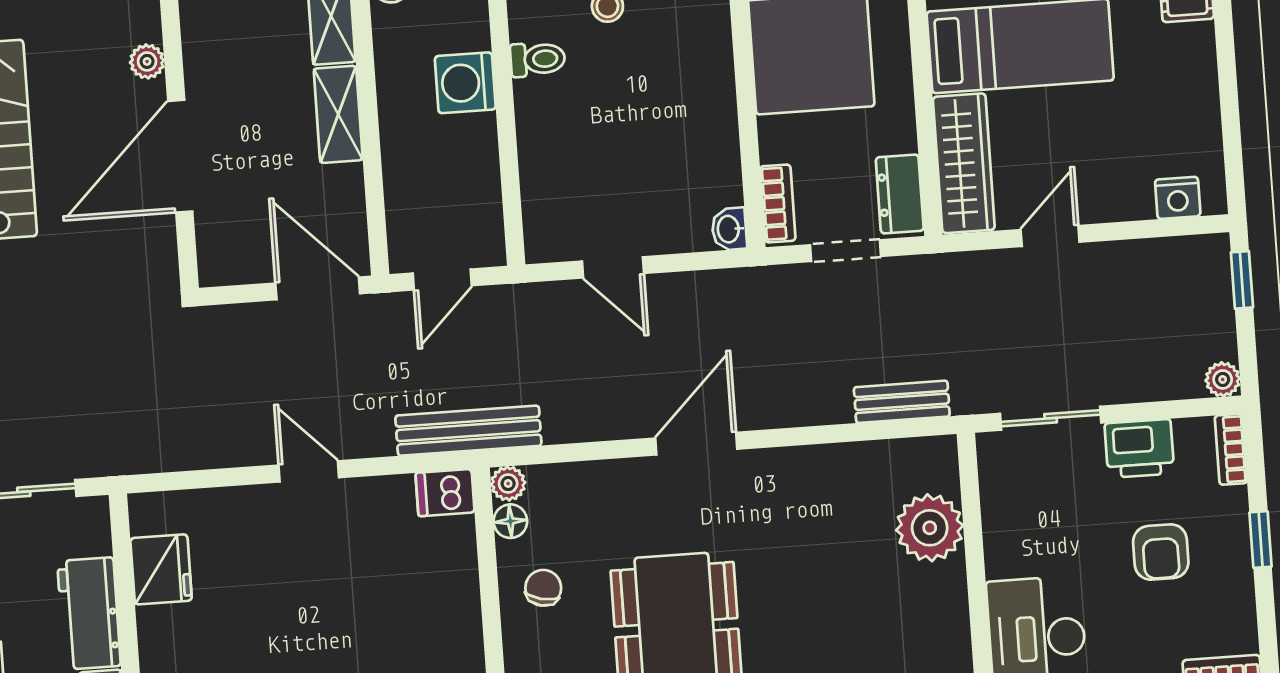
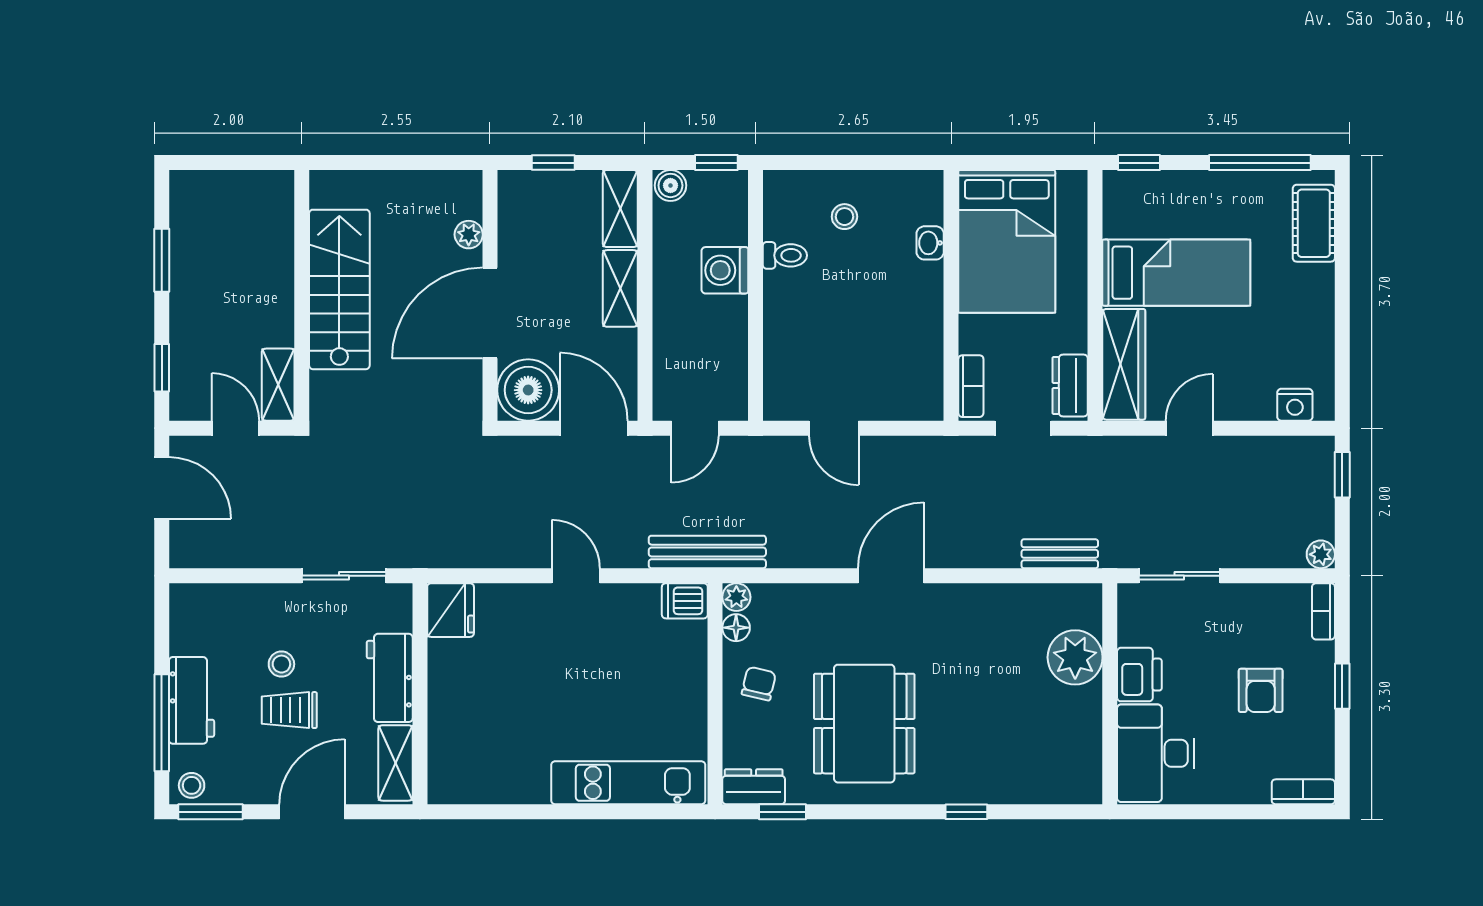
washbasin: (729, 229) -> (930, 243), moved
boiler: (234, 247) -> (528, 390), added
printer: (1139, 448) -> (1139, 675), moved, turned -90
fridge: (161, 569) -> (451, 610), moved

